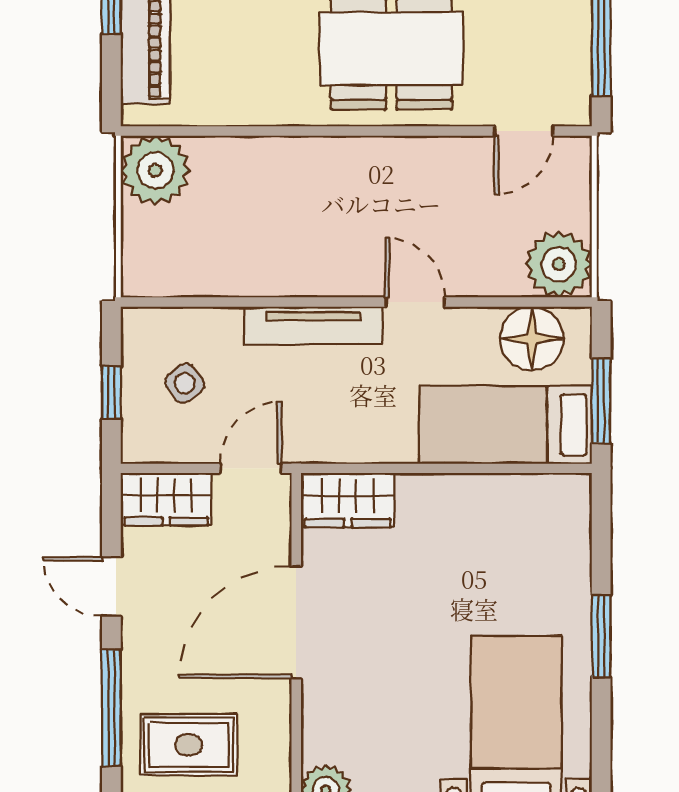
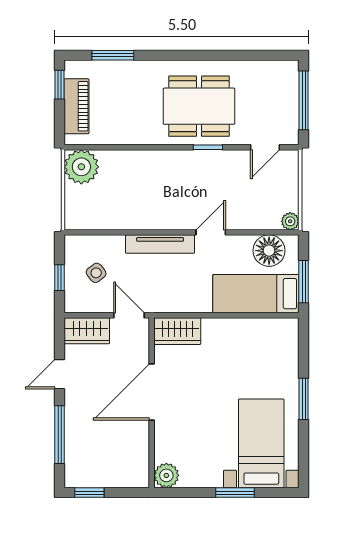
window: (409, 131) -> (208, 147), added
plant: (559, 264) -> (290, 221), width x0.53, depth x0.53
door: (415, 302) -> (211, 232), hinge flipped
door: (251, 468) -> (129, 315), hinge flipped
door: (111, 586) -> (60, 374), hinge flipped
rug: (189, 745) -> (98, 453), removed

